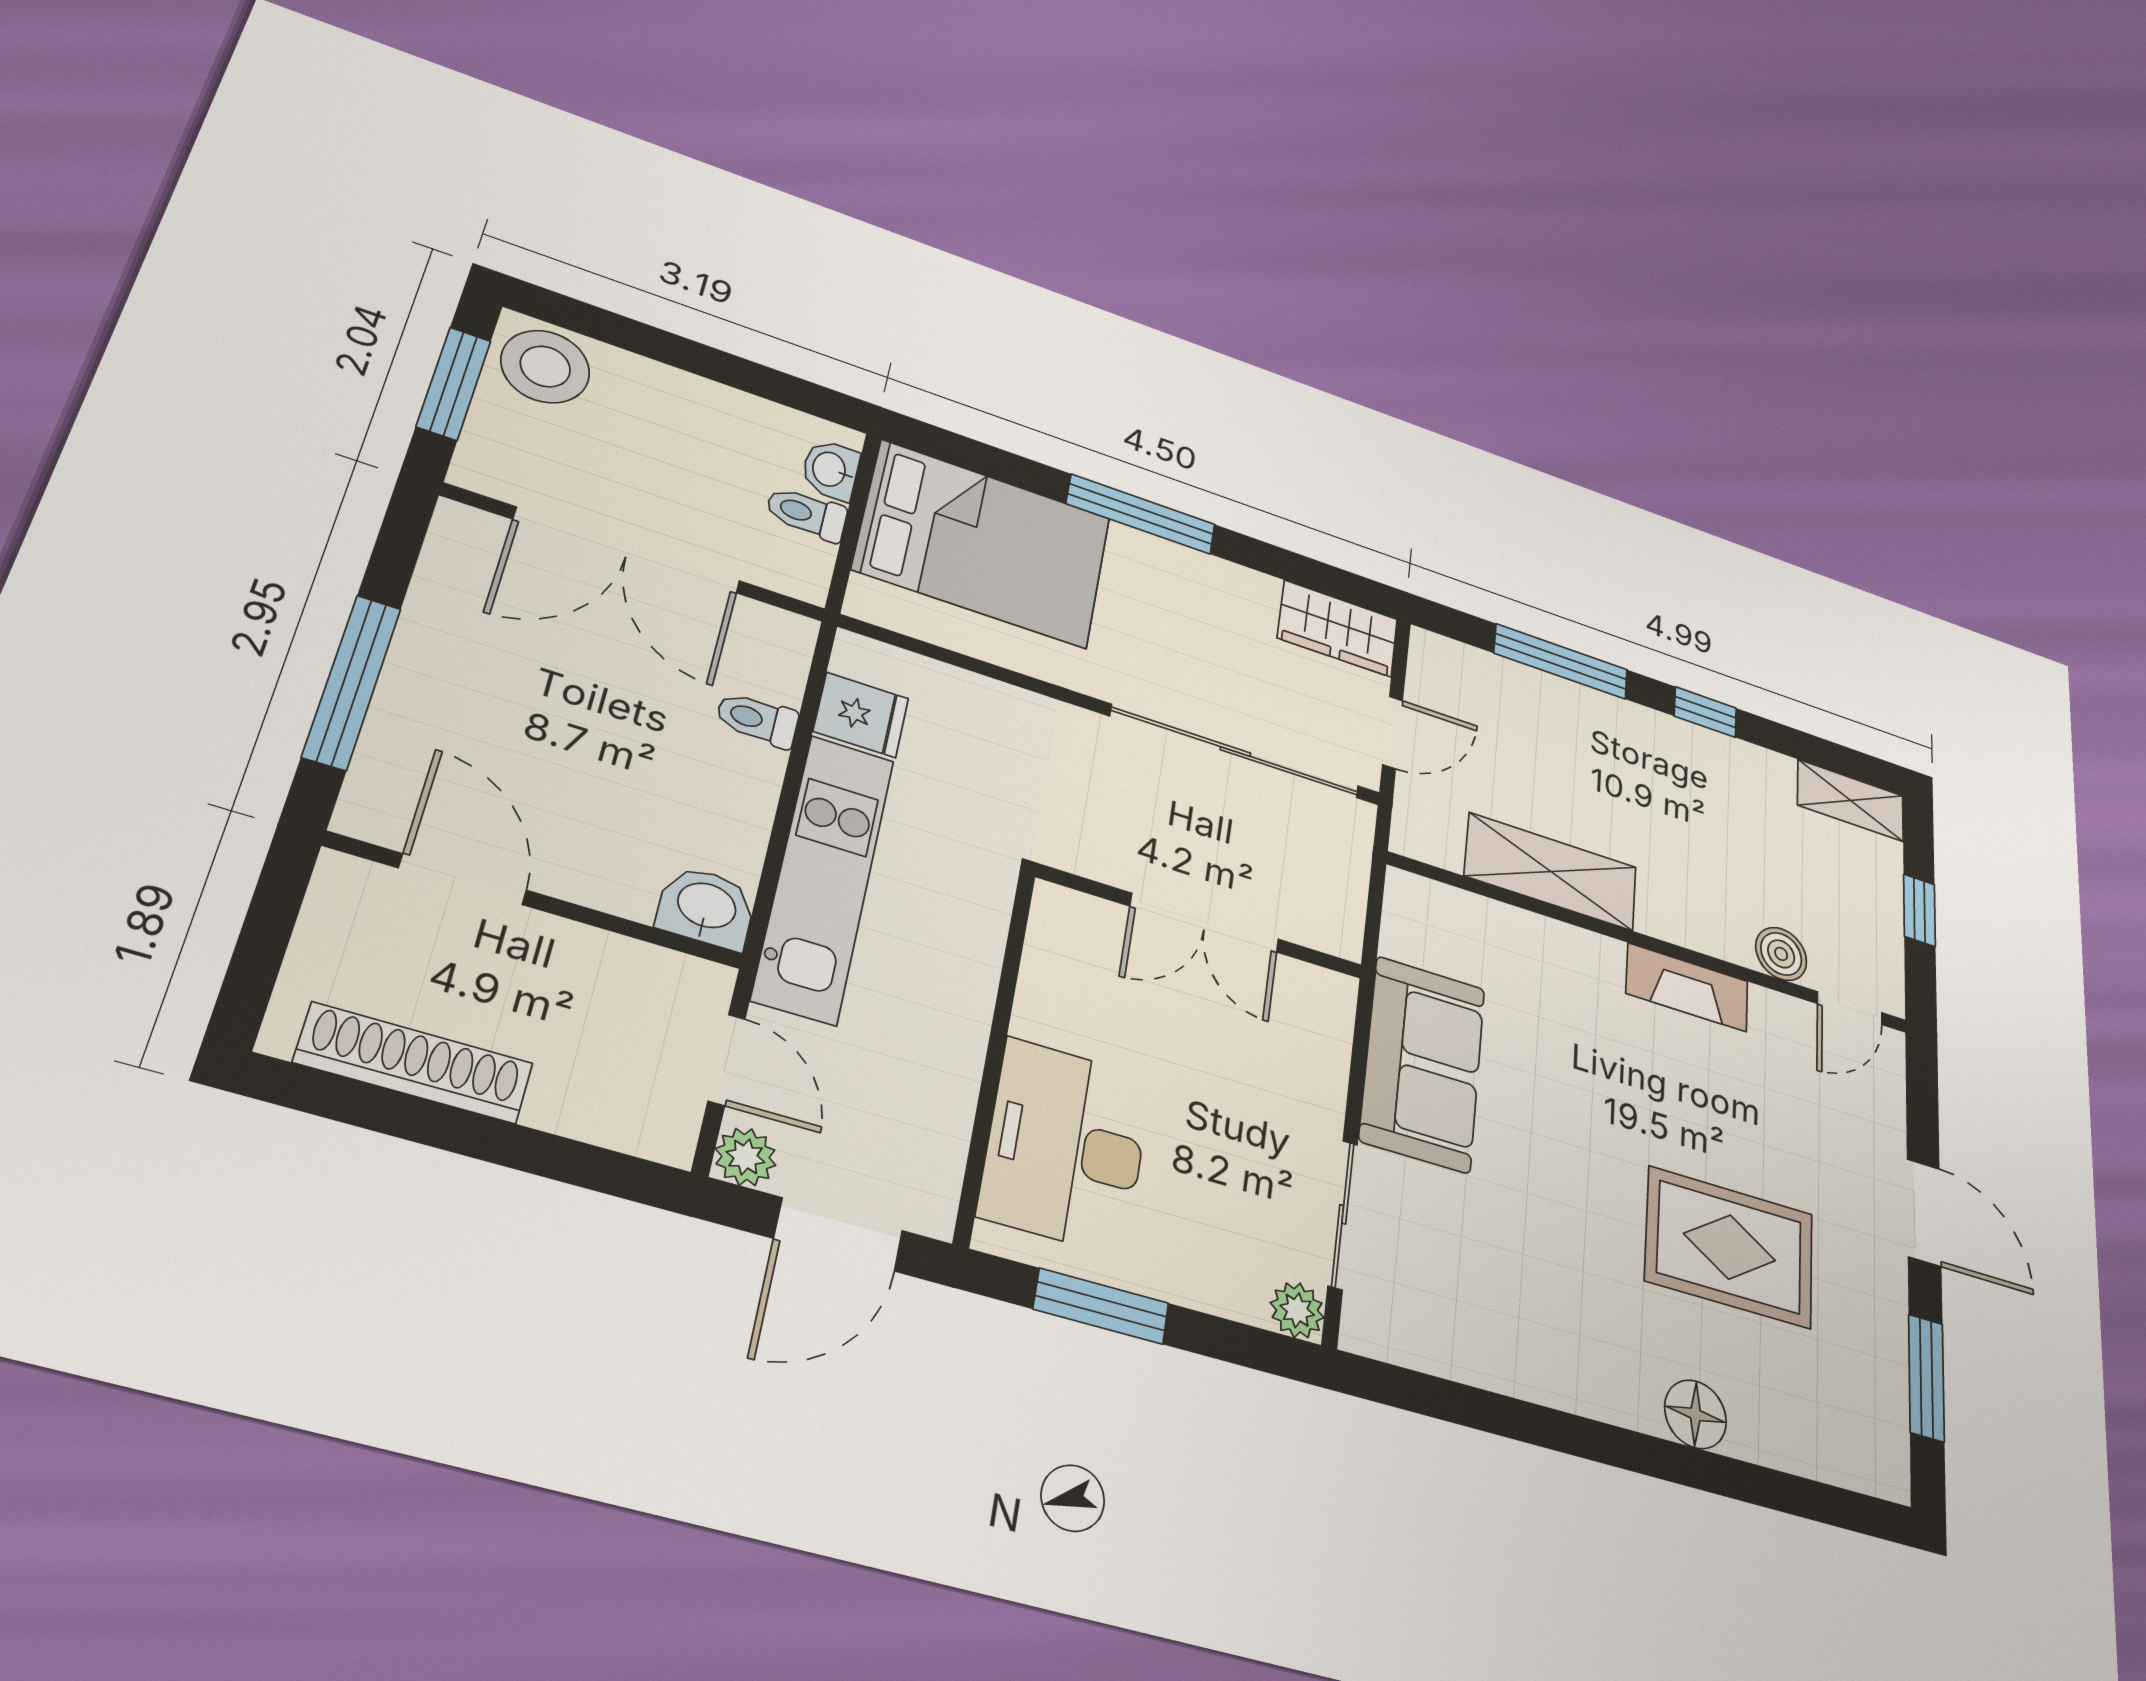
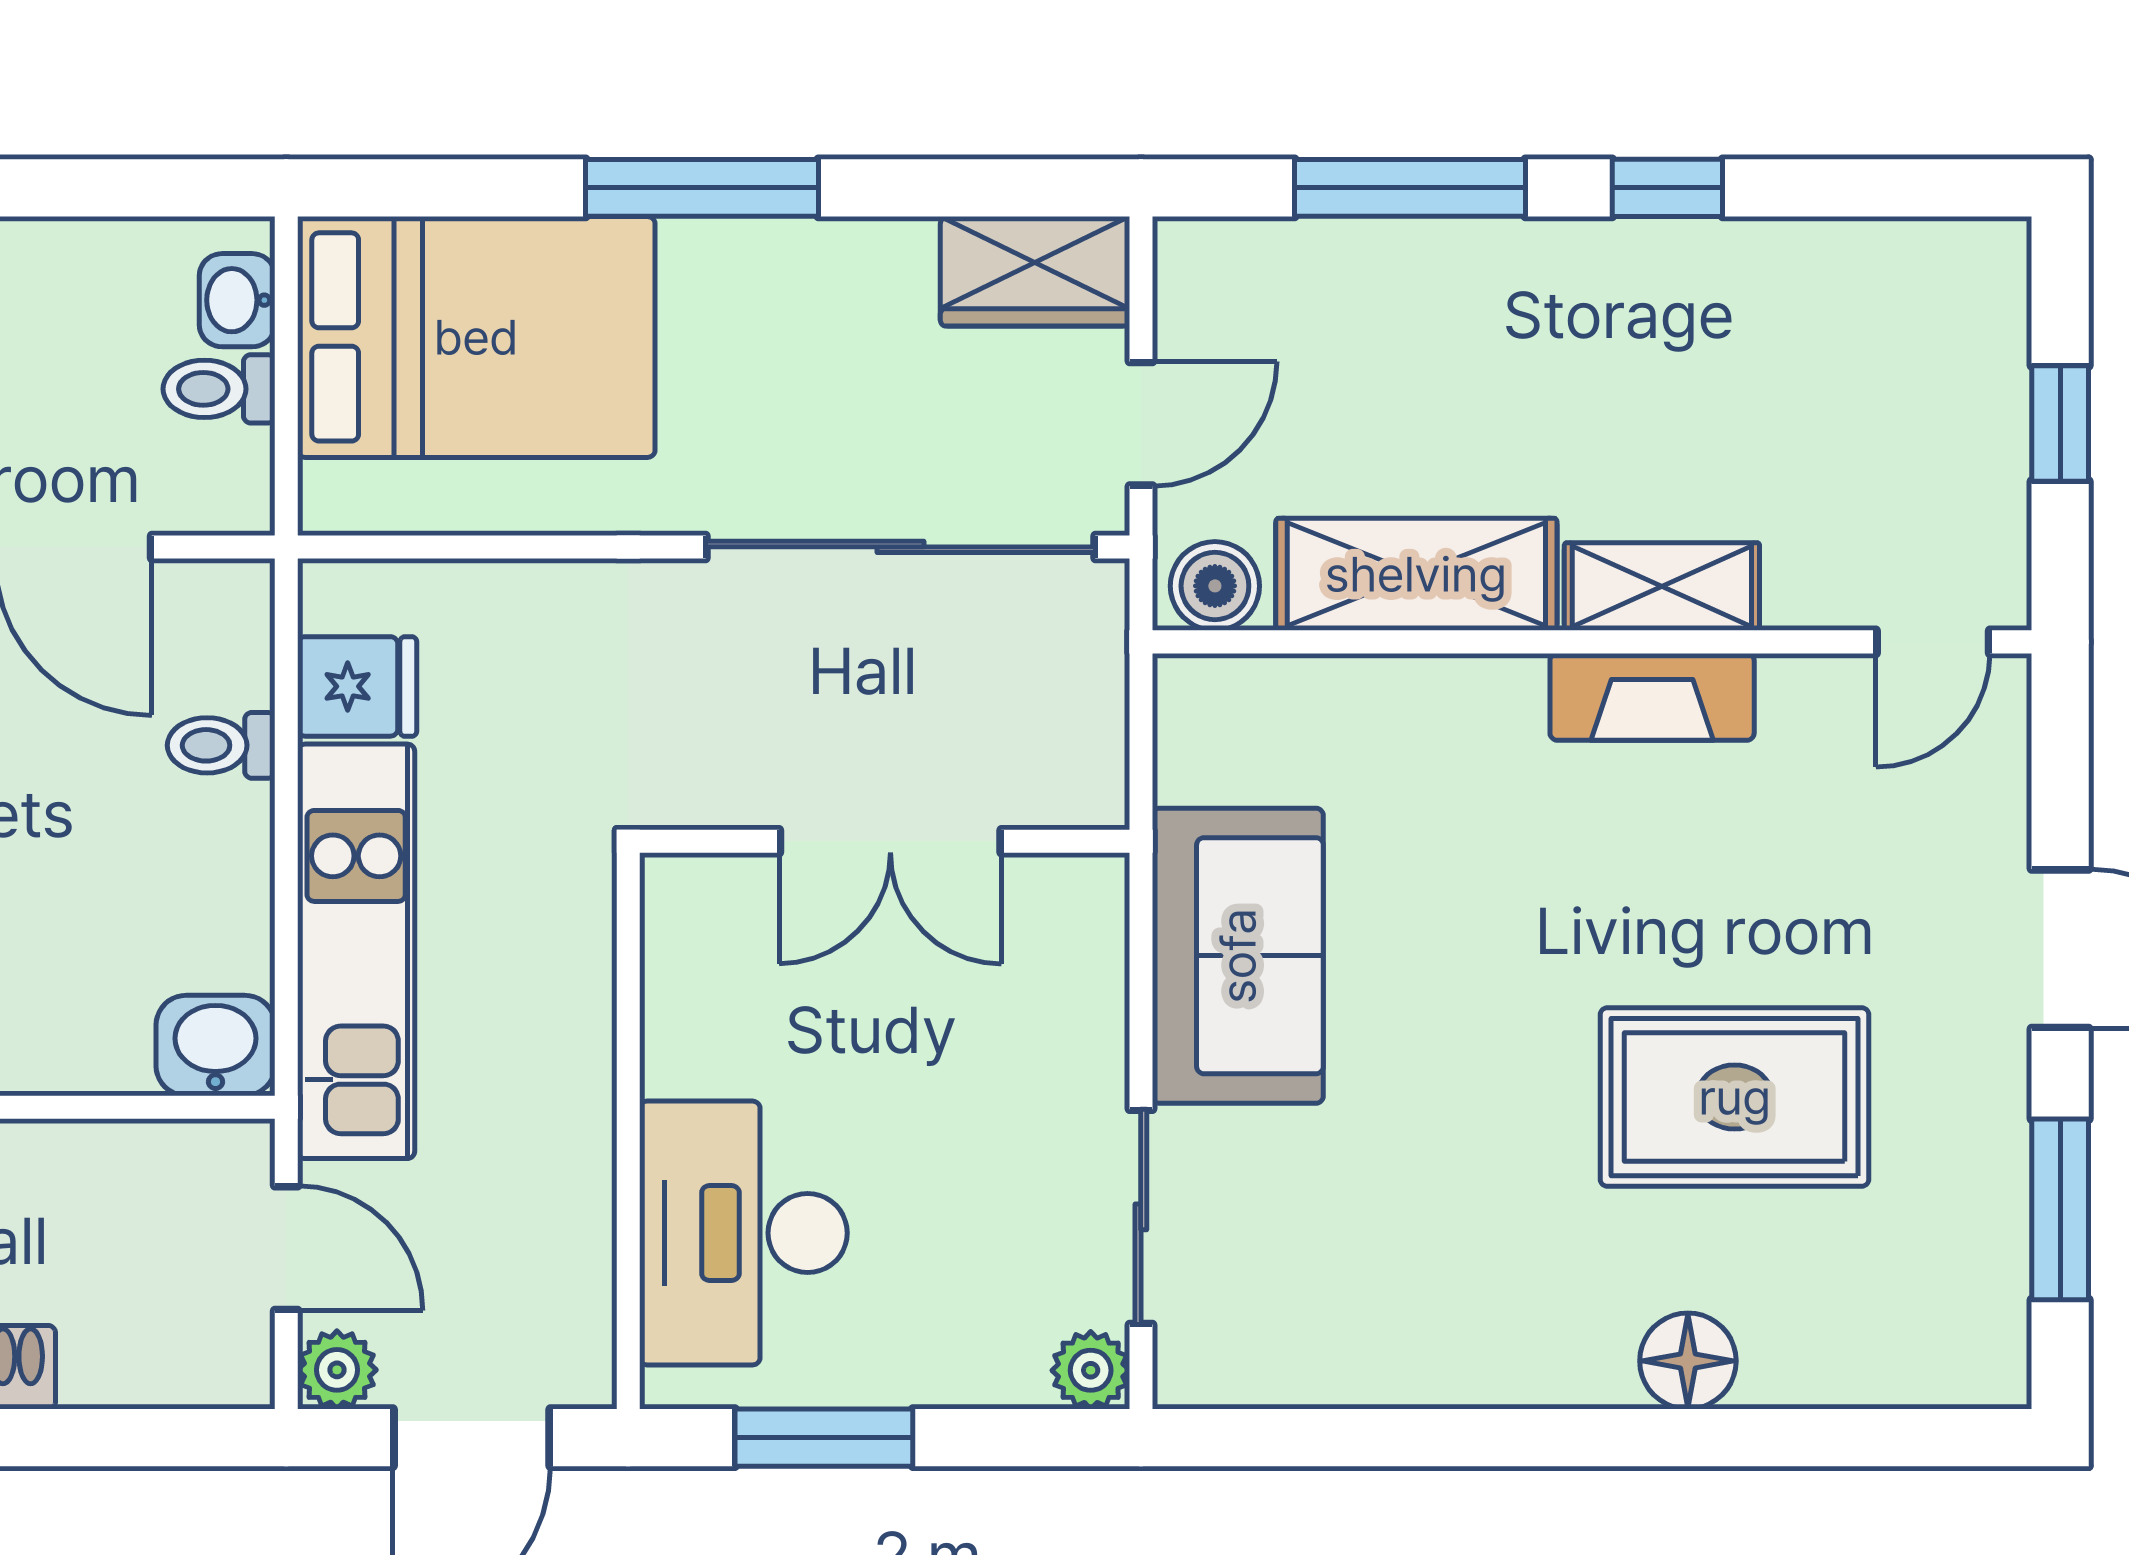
shelving: (1851, 800) -> (1662, 587), moved
boiler: (1781, 954) -> (1215, 586), moved

